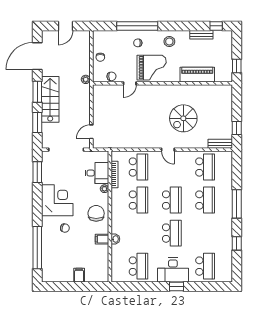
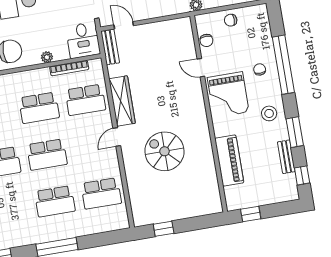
window: (185, 26) -> (295, 132), added
wardrobe: (144, 142) -> (122, 101), added
bench: (220, 144) -> (110, 47), moved
desk: (97, 173) -> (83, 40), moved

